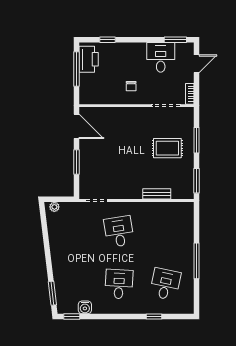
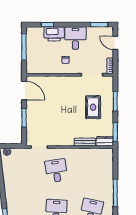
desk: (161, 57) -> (75, 38), moved
printer: (89, 59) -> (54, 34), moved, turned 90
door: (197, 64) -> (115, 43), swing flipped
rug: (167, 148) -> (93, 107), turned 90
dresser: (183, 193) -> (105, 141), added

